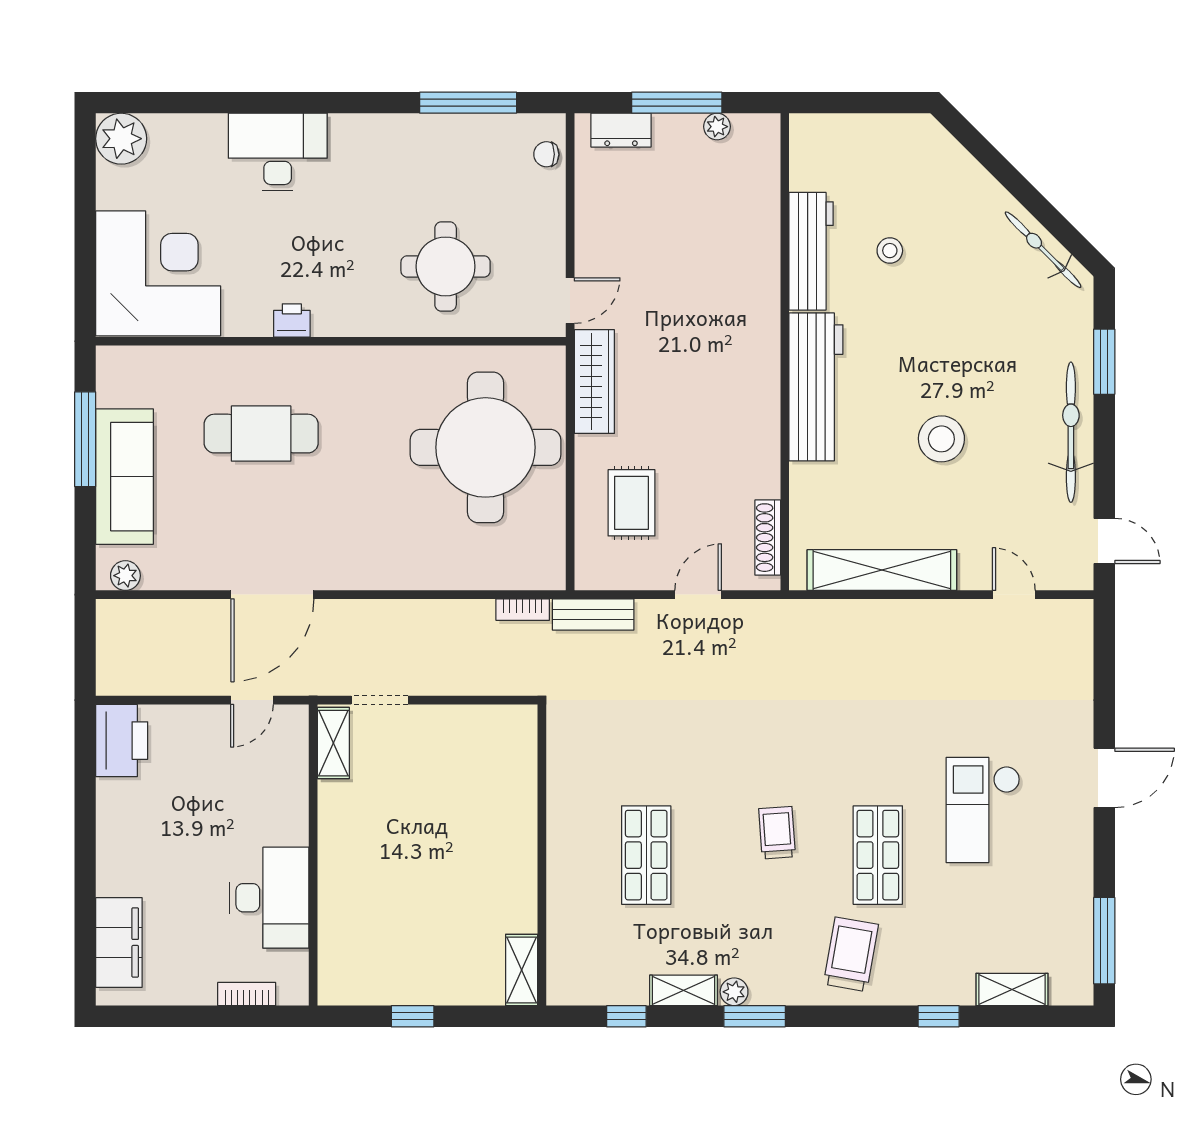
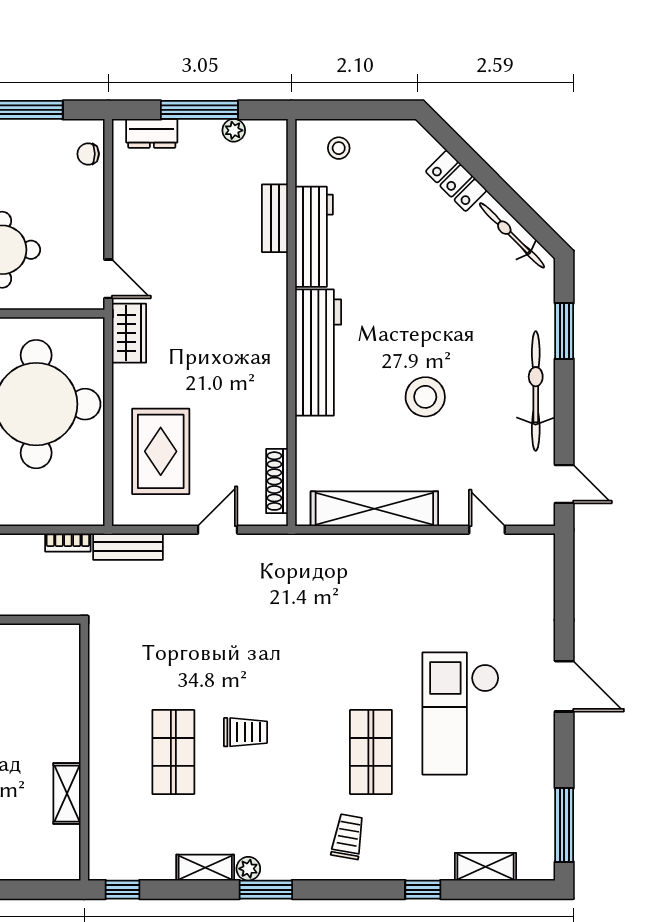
locker: (978, 186) -> (456, 181), added
bench: (765, 230) -> (275, 218), added
stool: (890, 251) -> (339, 148), moved
door: (570, 301) -> (108, 279), hinge flipped
wardrobe: (594, 382) -> (129, 333), width x0.67
rug: (631, 503) -> (161, 451), width x1.36, depth x1.43
door: (1104, 778) -> (564, 686), hinge flipped
checkout: (983, 810) -> (461, 713), width x1.36, depth x1.21
trolley: (777, 833) -> (246, 732), moved, turned 94
trolley: (851, 954) -> (348, 837), width x0.73, depth x0.72
shelving: (522, 970) -> (67, 794), moved
window: (626, 1016) -> (122, 890), moved

